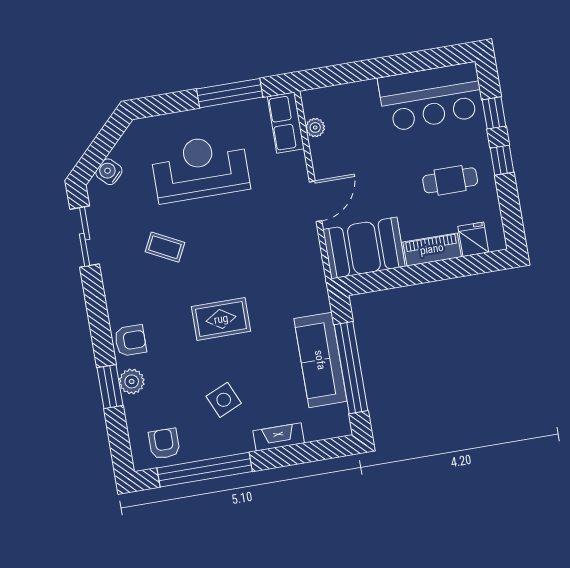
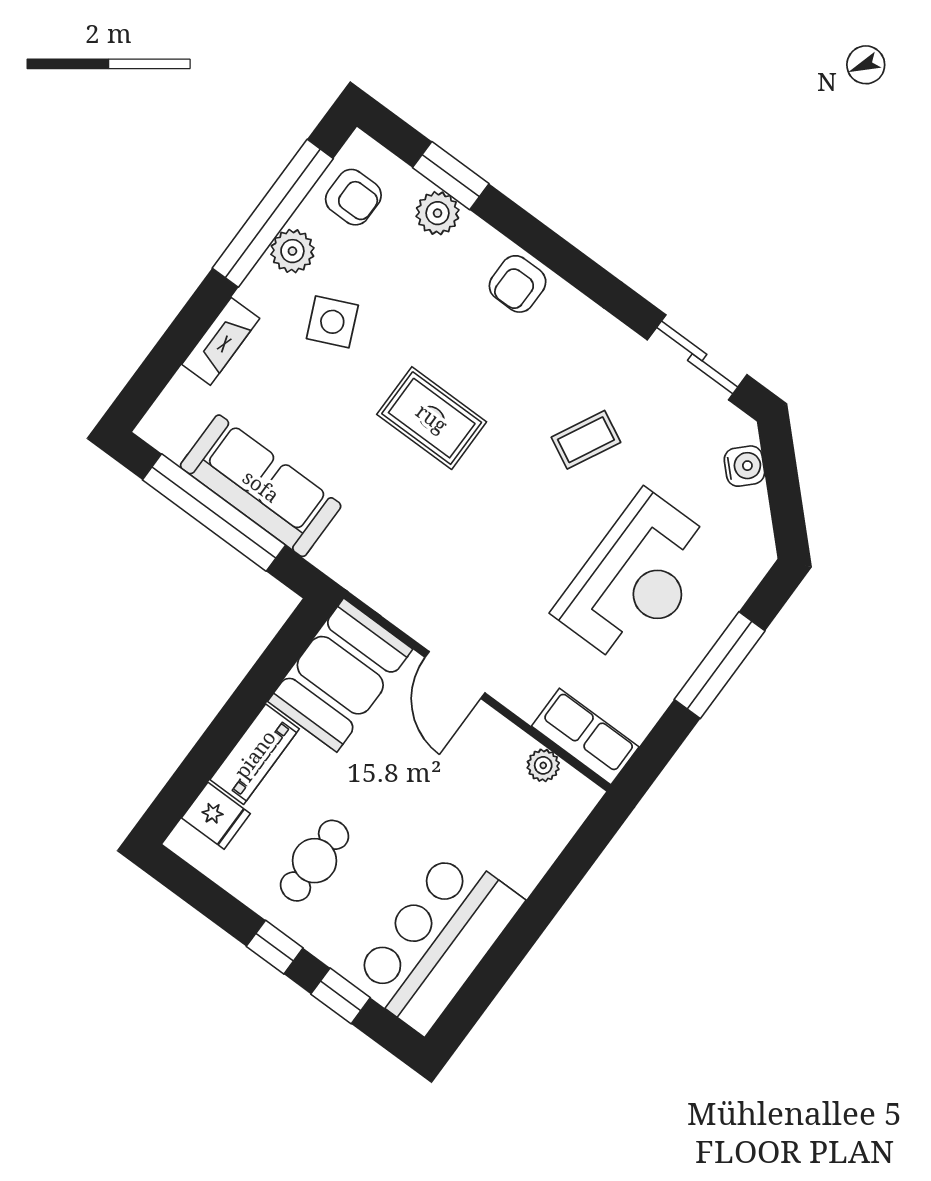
window: (230, 93) -> (720, 665), moved
rug: (221, 319) -> (432, 418), turned 90
plant: (132, 381) -> (438, 213), moved
window: (110, 387) -> (451, 176), moved
plant: (212, 446) -> (292, 251), added

